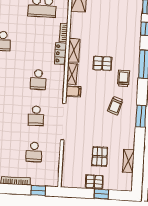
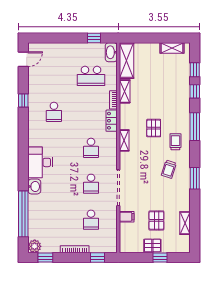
shelving: (74, 51) -> (125, 91), moved
pallet: (102, 63) -> (154, 128), turned 90
filing cabinet: (73, 91) -> (127, 217), moved

